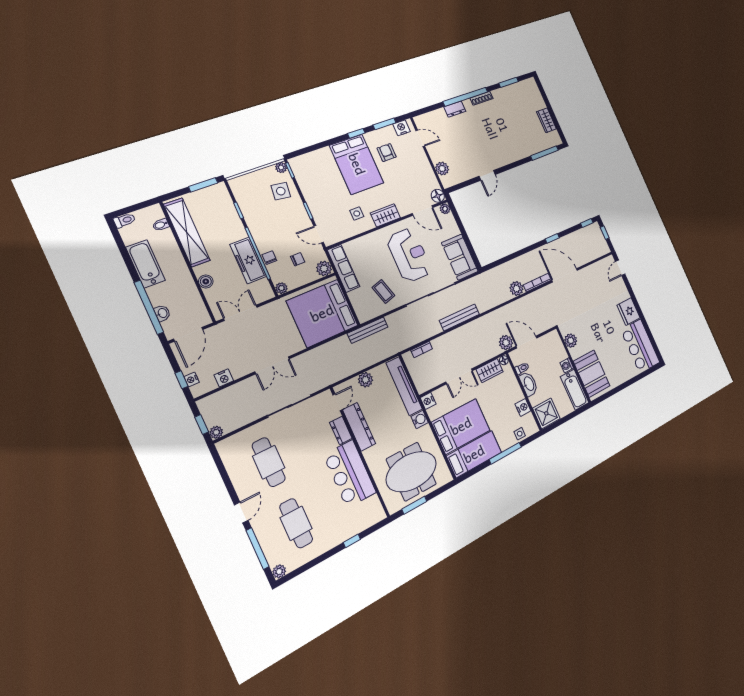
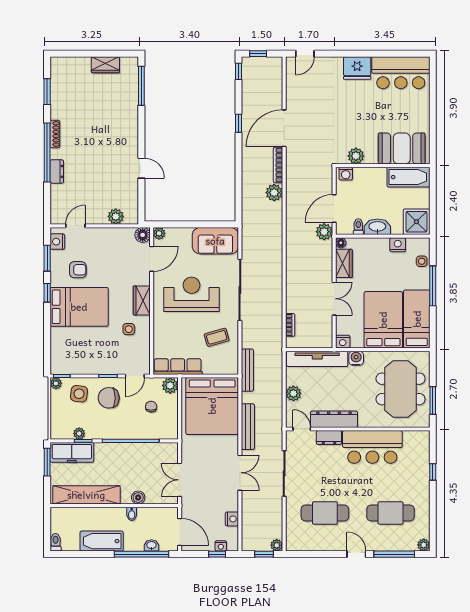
armchair: (387, 153) -> (78, 270), turned 180
bidet: (161, 225) -> (132, 514), moved
chair: (269, 258) -> (109, 398), moved, width x1.87, depth x1.87
freezer: (248, 260) -> (72, 452), moved
door: (620, 268) -> (305, 54), hinge flipped
plant: (281, 288) -> (79, 434), moved
bench: (459, 317) -> (248, 427), moved
washing machine: (567, 365) -> (346, 174), moved

